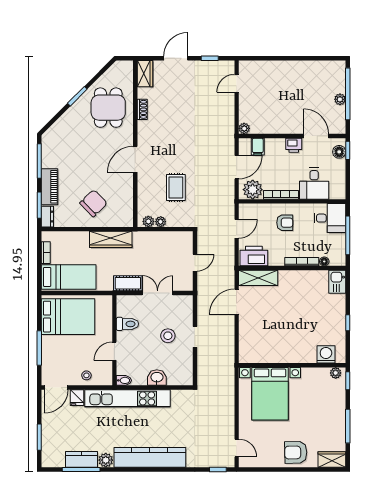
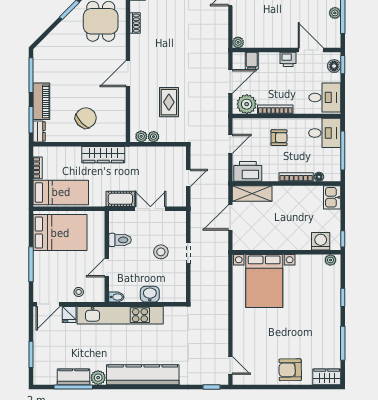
desk: (314, 184) -> (325, 97), moved, turned -90
washing machine: (326, 354) -> (321, 241), moved
wall: (292, 365) -> (287, 252), moved
plant: (336, 373) -> (330, 260), moved
bed with nightstands: (270, 394) -> (264, 281), moved

